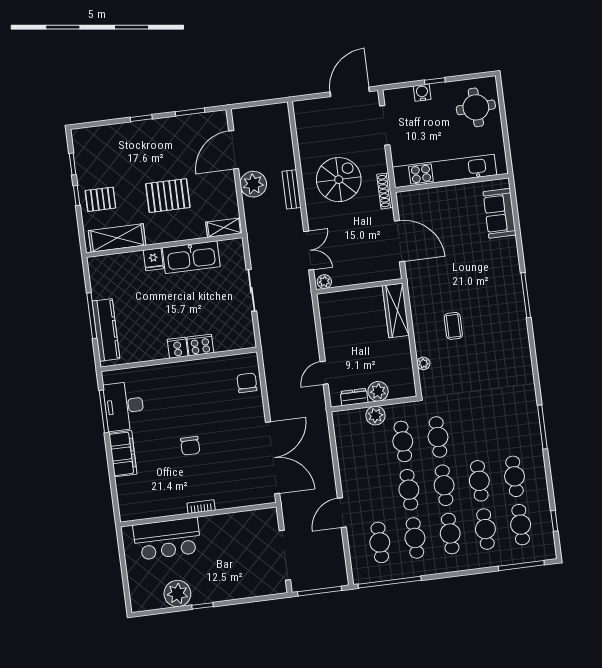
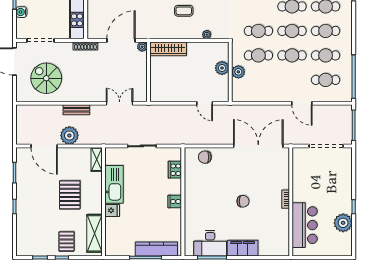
spiral stairs: (339, 180) -> (46, 78), moved
plant: (324, 282) -> (142, 47), moved
cooker: (200, 345) -> (175, 170), moved
dresser: (354, 397) -> (224, 85), removed

